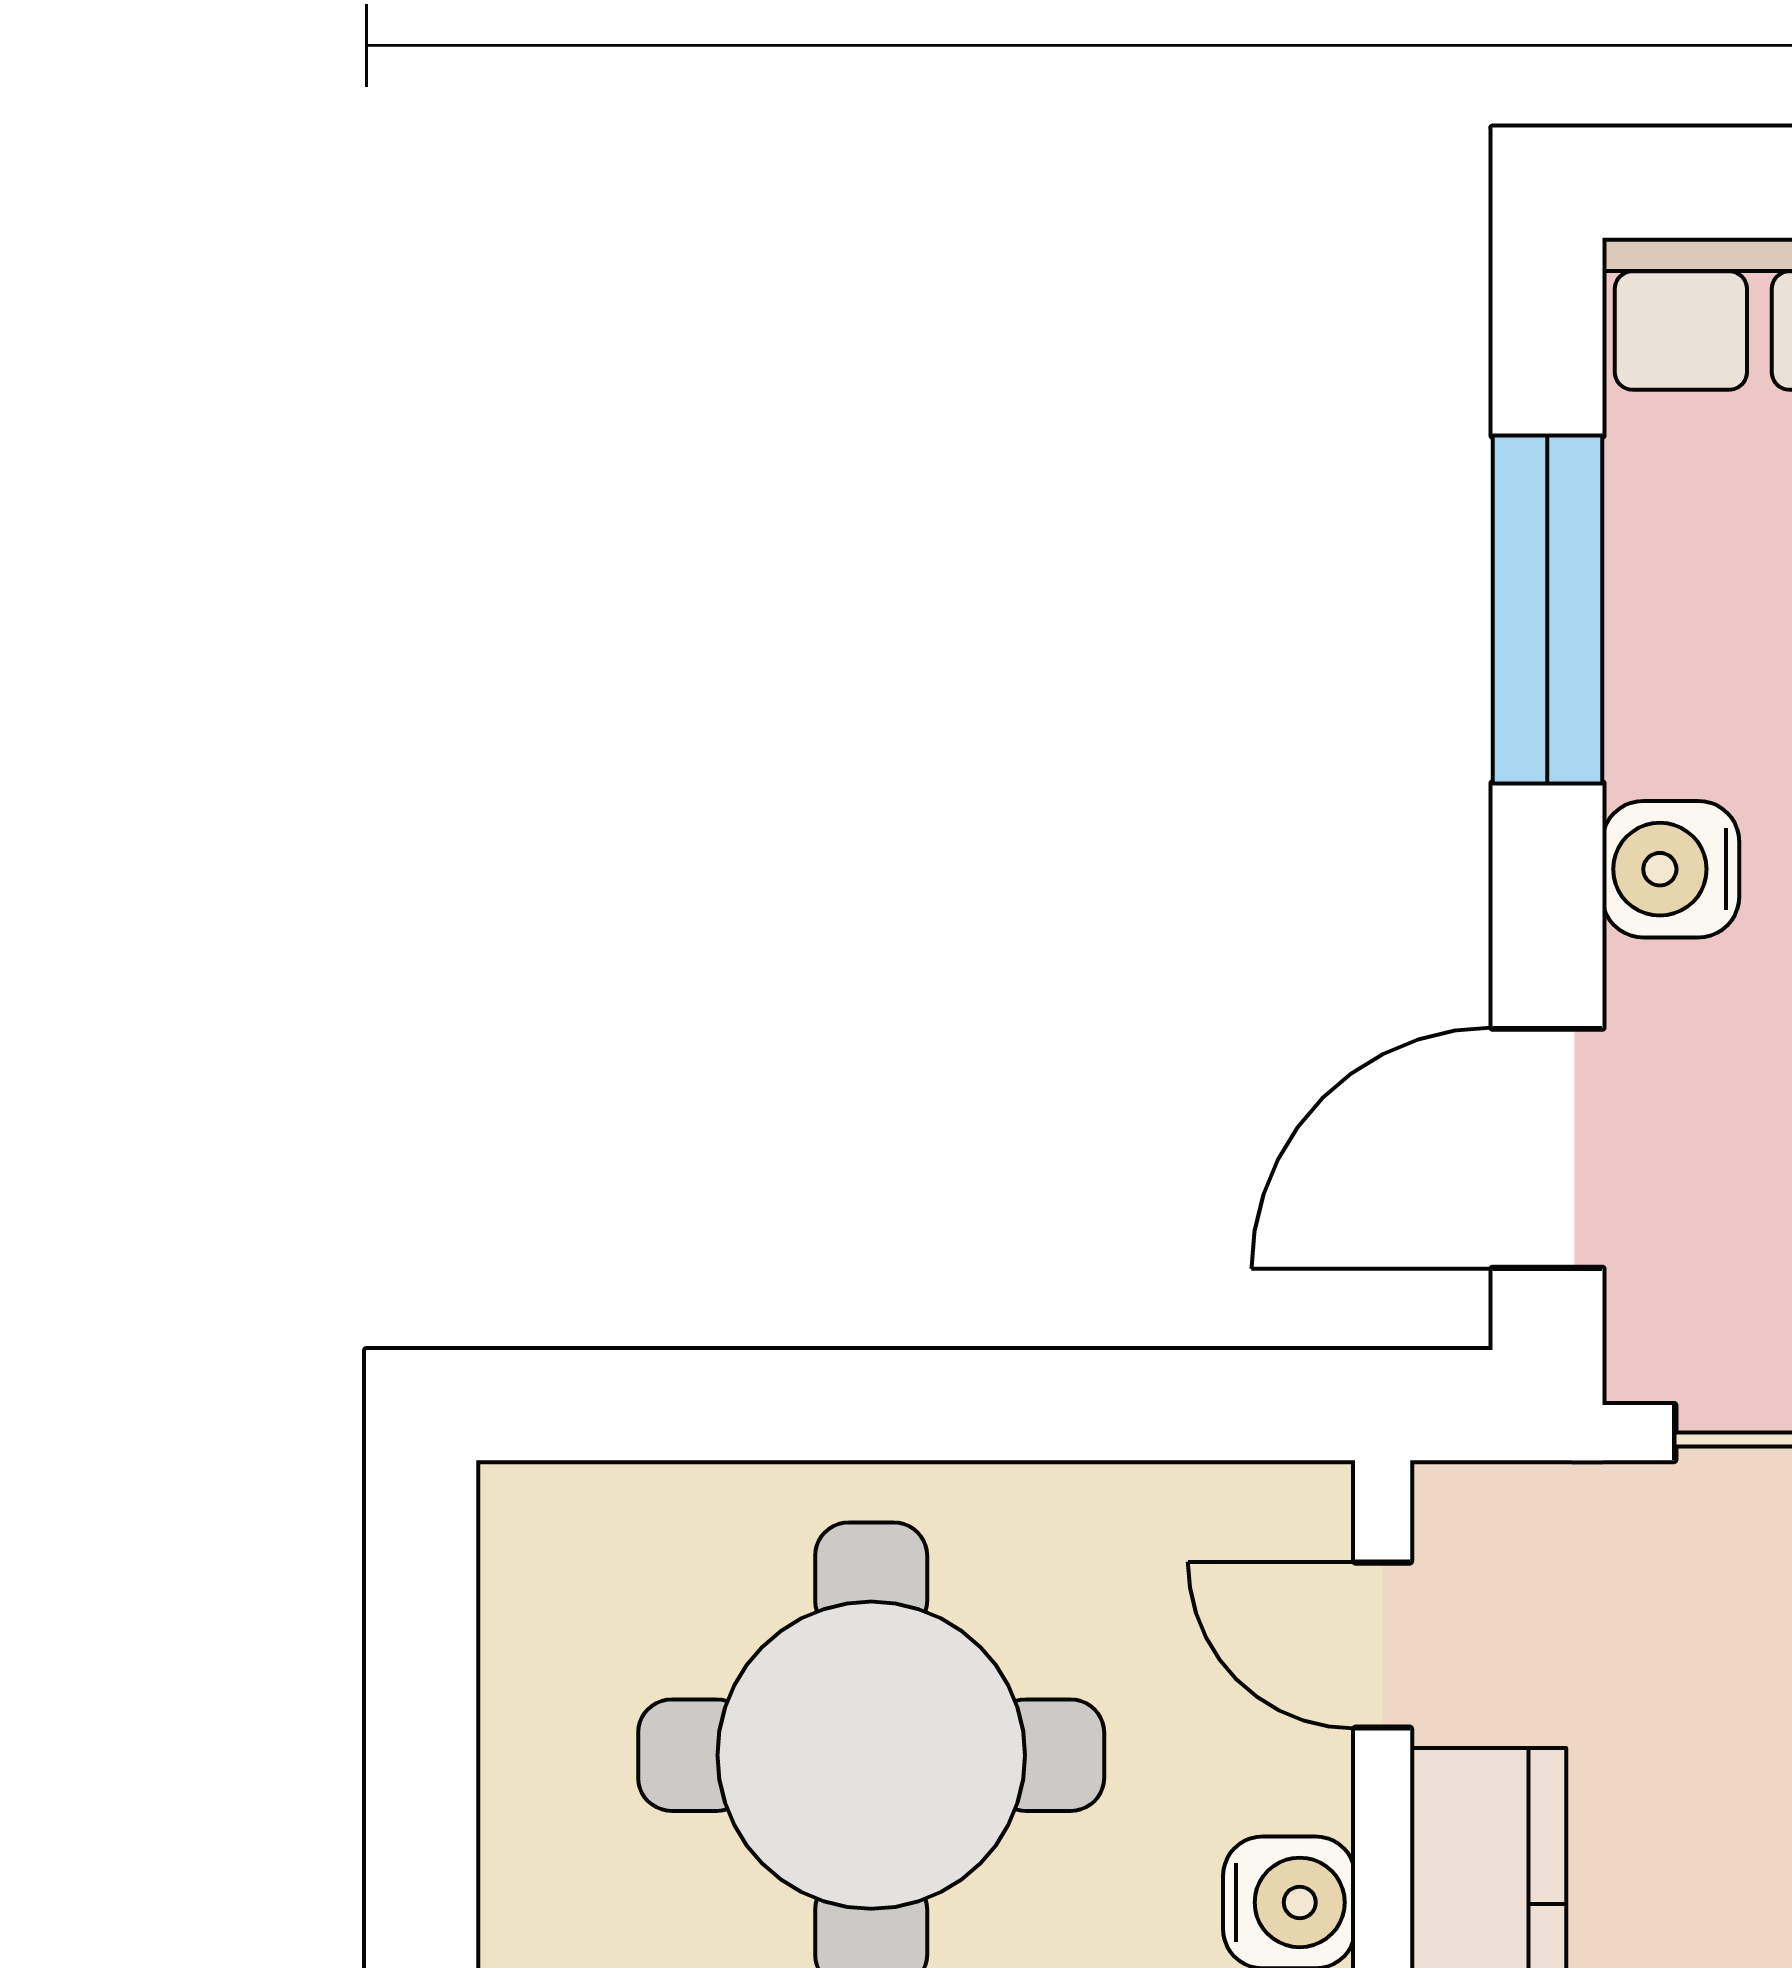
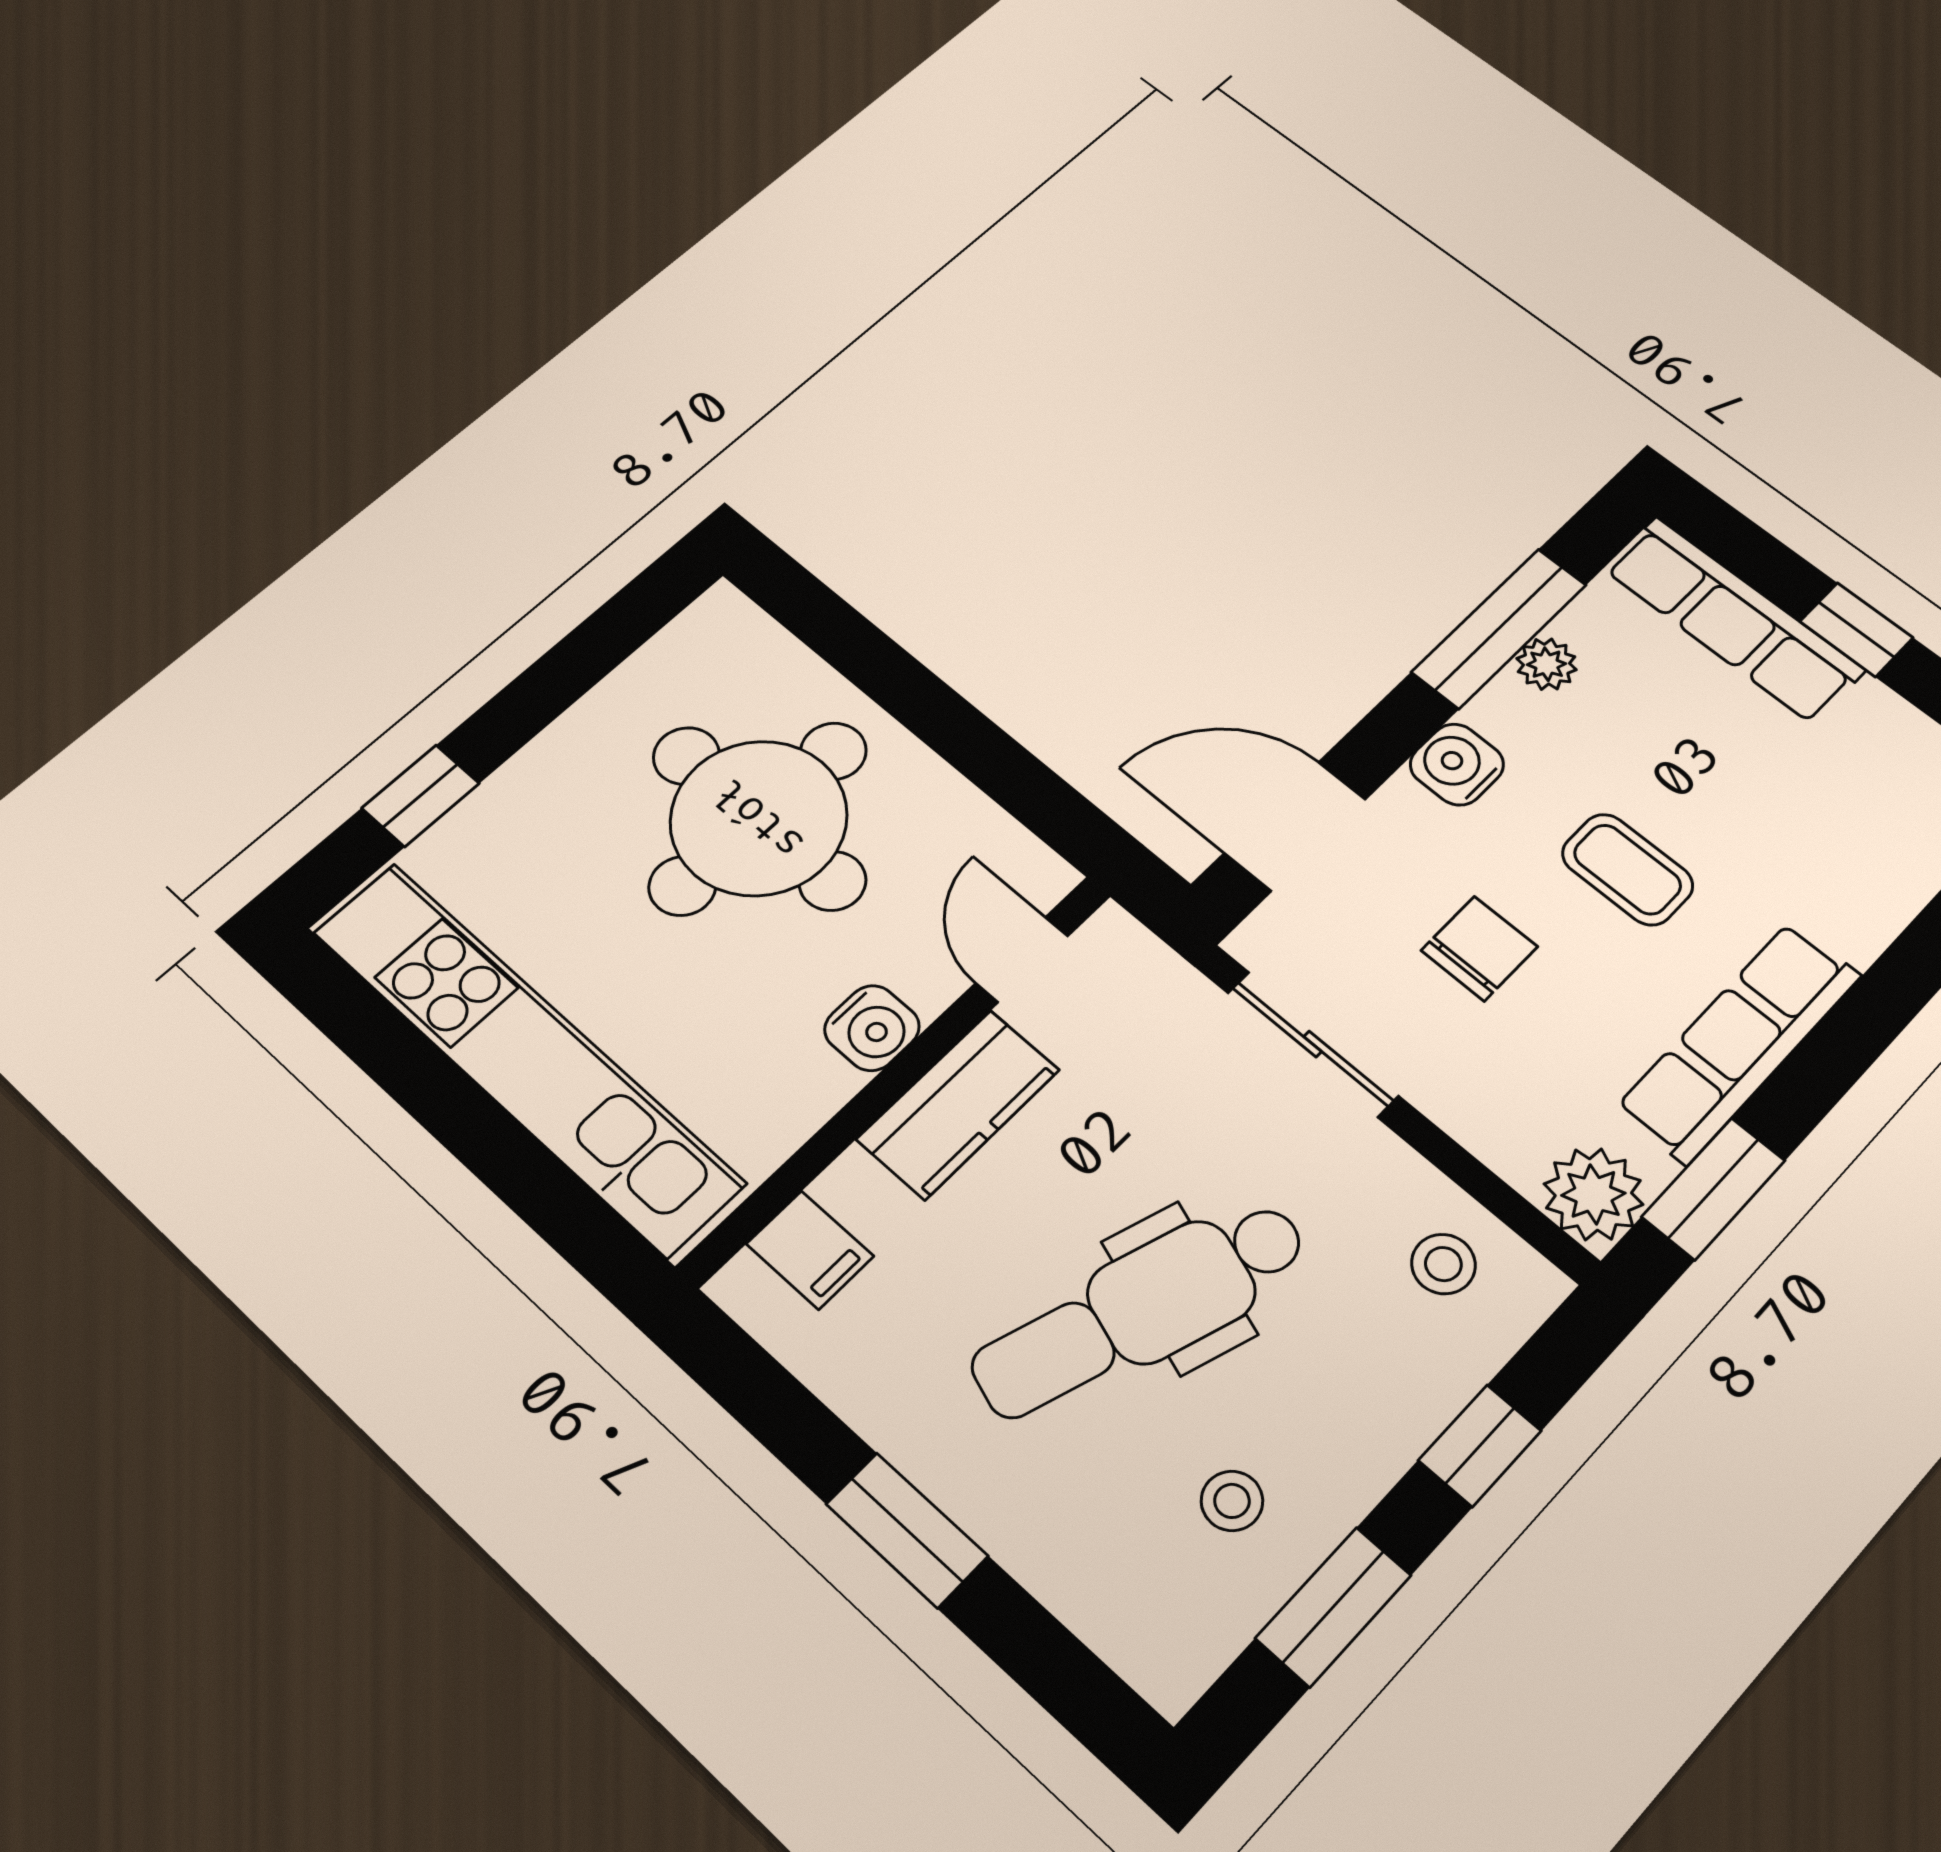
plant: (1655, 609) -> (1547, 664), added

